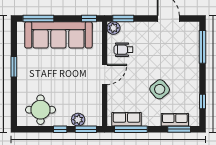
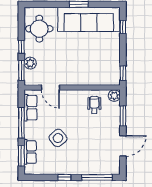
window: (38, 19) -> (123, 27), width x0.46
window: (123, 19) -> (123, 116), moved
sofa: (58, 35) -> (89, 19), moved, turned -90
door: (105, 74) -> (50, 87), moved
window: (203, 102) -> (64, 177), moved
window: (131, 129) -> (21, 123), moved

